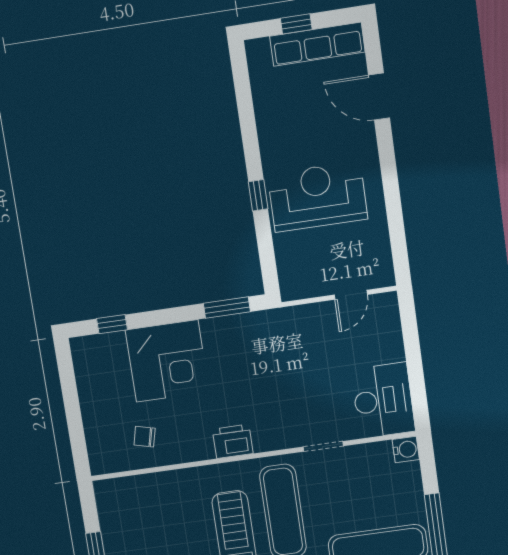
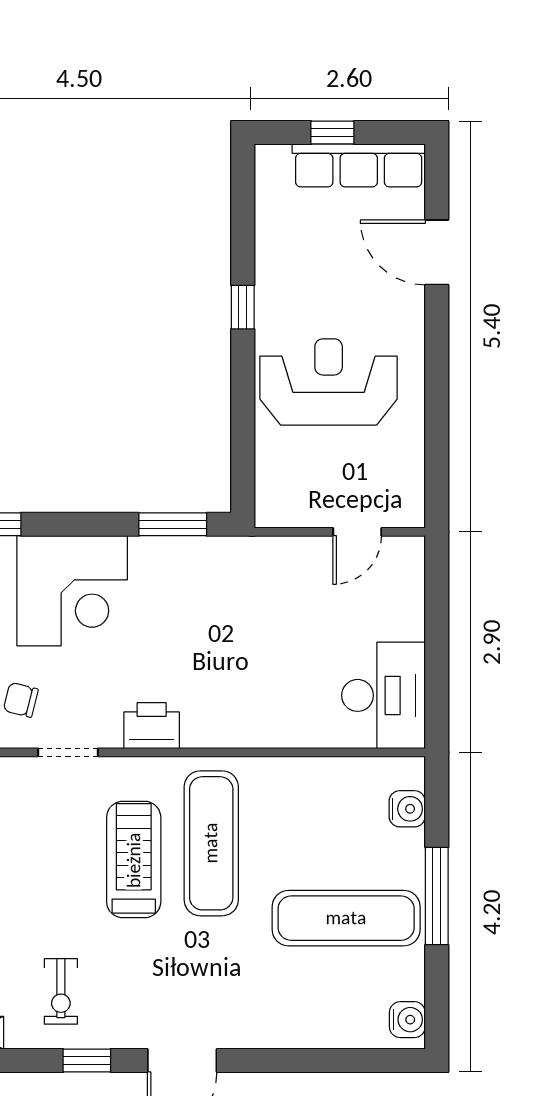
window: (258, 195) -> (243, 307), moved
doorway: (323, 446) -> (68, 752), moved
water cooler: (406, 449) -> (407, 809), moved

